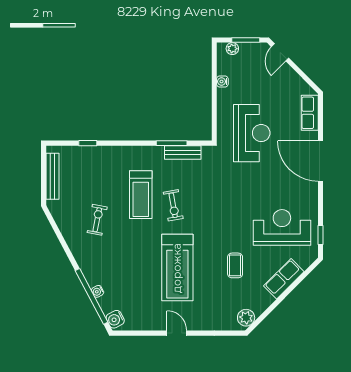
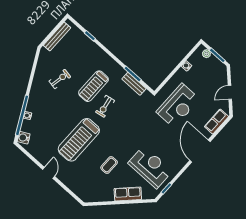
door: (280, 52) -> (230, 92), moved
plant: (246, 318) -> (91, 197), removed

